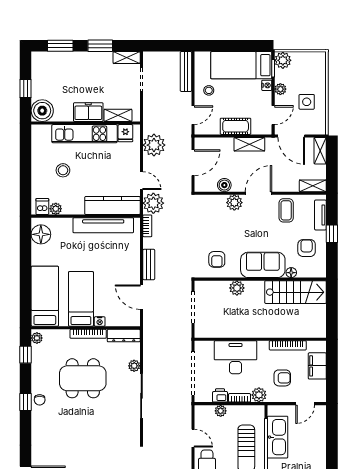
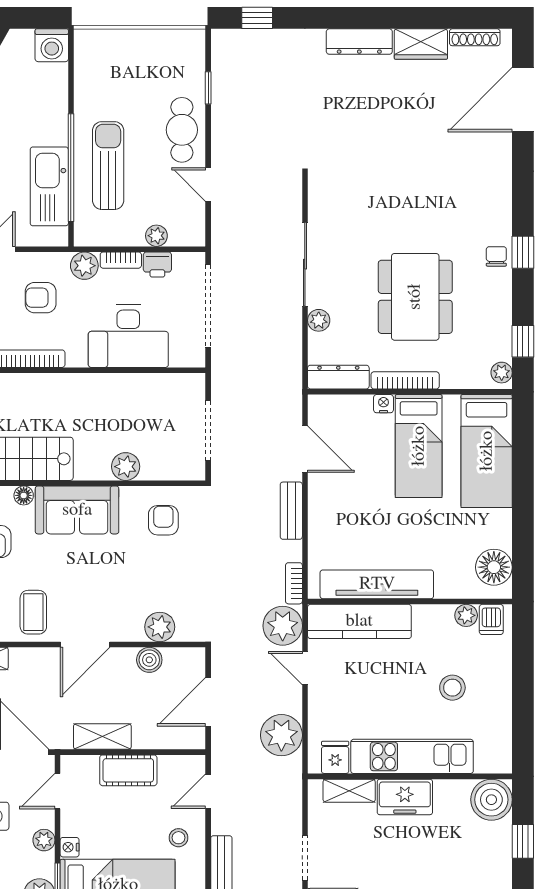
plant: (234, 203) -> (160, 627), moved
dining table: (83, 378) -> (415, 297), turned 90

